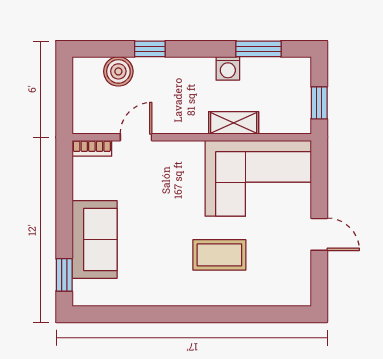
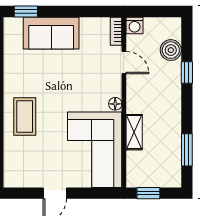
washing machine: (228, 68) -> (135, 25), moved, turned -90
floor lamp: (194, 149) -> (115, 104), added
coffee table: (219, 255) -> (25, 117), moved

